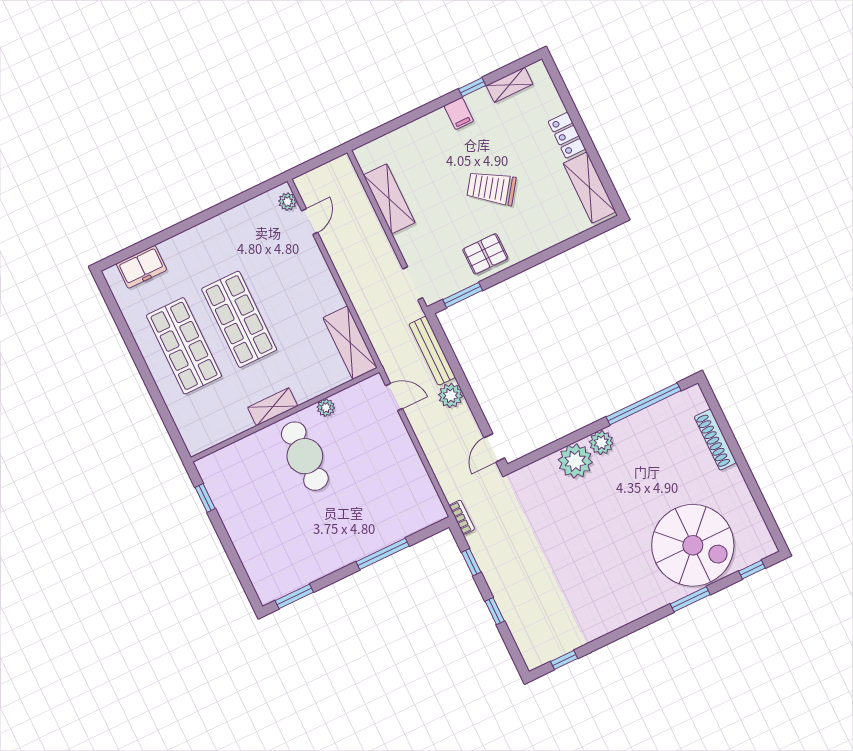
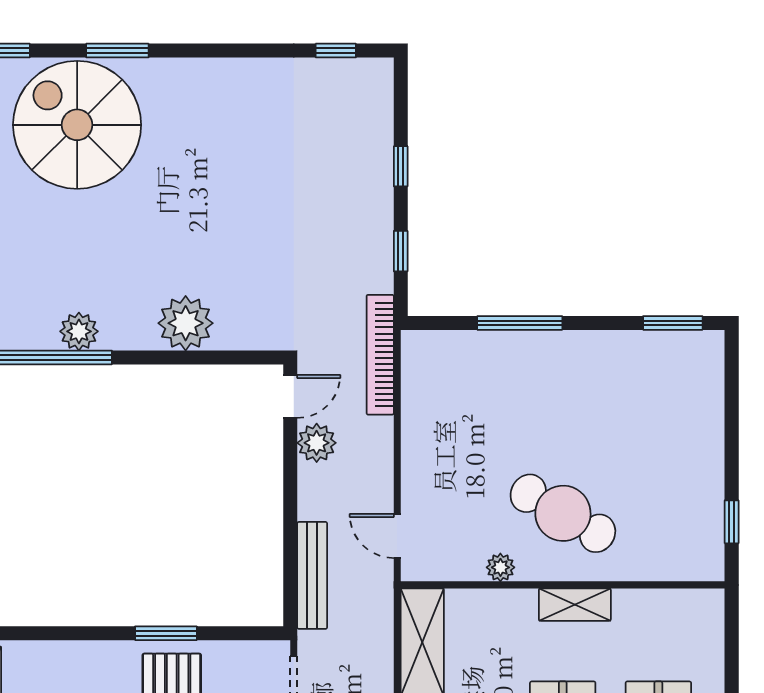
window: (463, 295) -> (166, 633), moved
plant: (451, 396) -> (317, 443), moved
plant: (601, 443) -> (79, 331), moved
cafe table: (305, 456) -> (563, 513), turned -60
bookcase: (462, 517) -> (380, 355), width x2.31, depth x1.31

